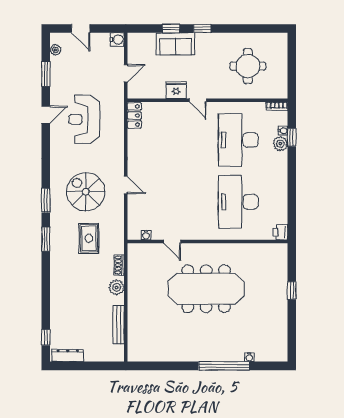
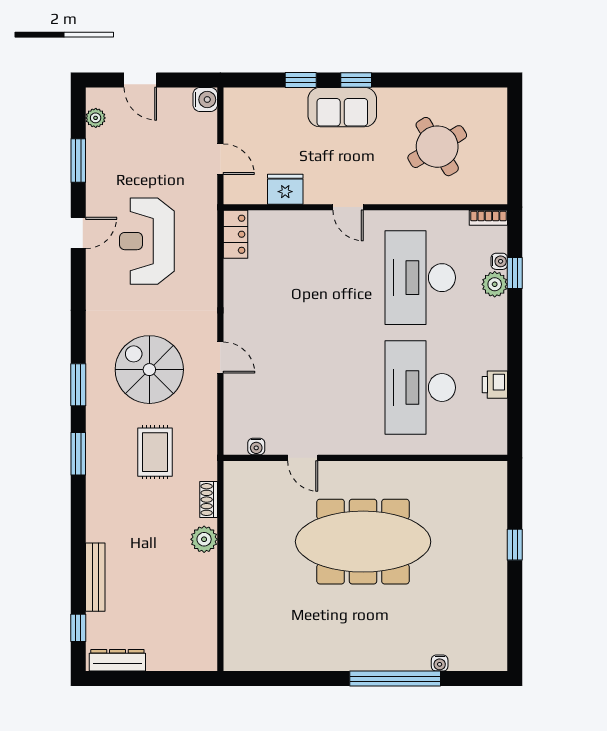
sofa: (175, 44) -> (342, 107), moved
round table: (248, 66) -> (437, 147), turned -31
door: (126, 73) -> (220, 159), hinge flipped
fridge: (176, 90) -> (285, 189), moved
printer: (280, 232) -> (495, 385), moved
bench: (119, 325) -> (95, 577), moved

